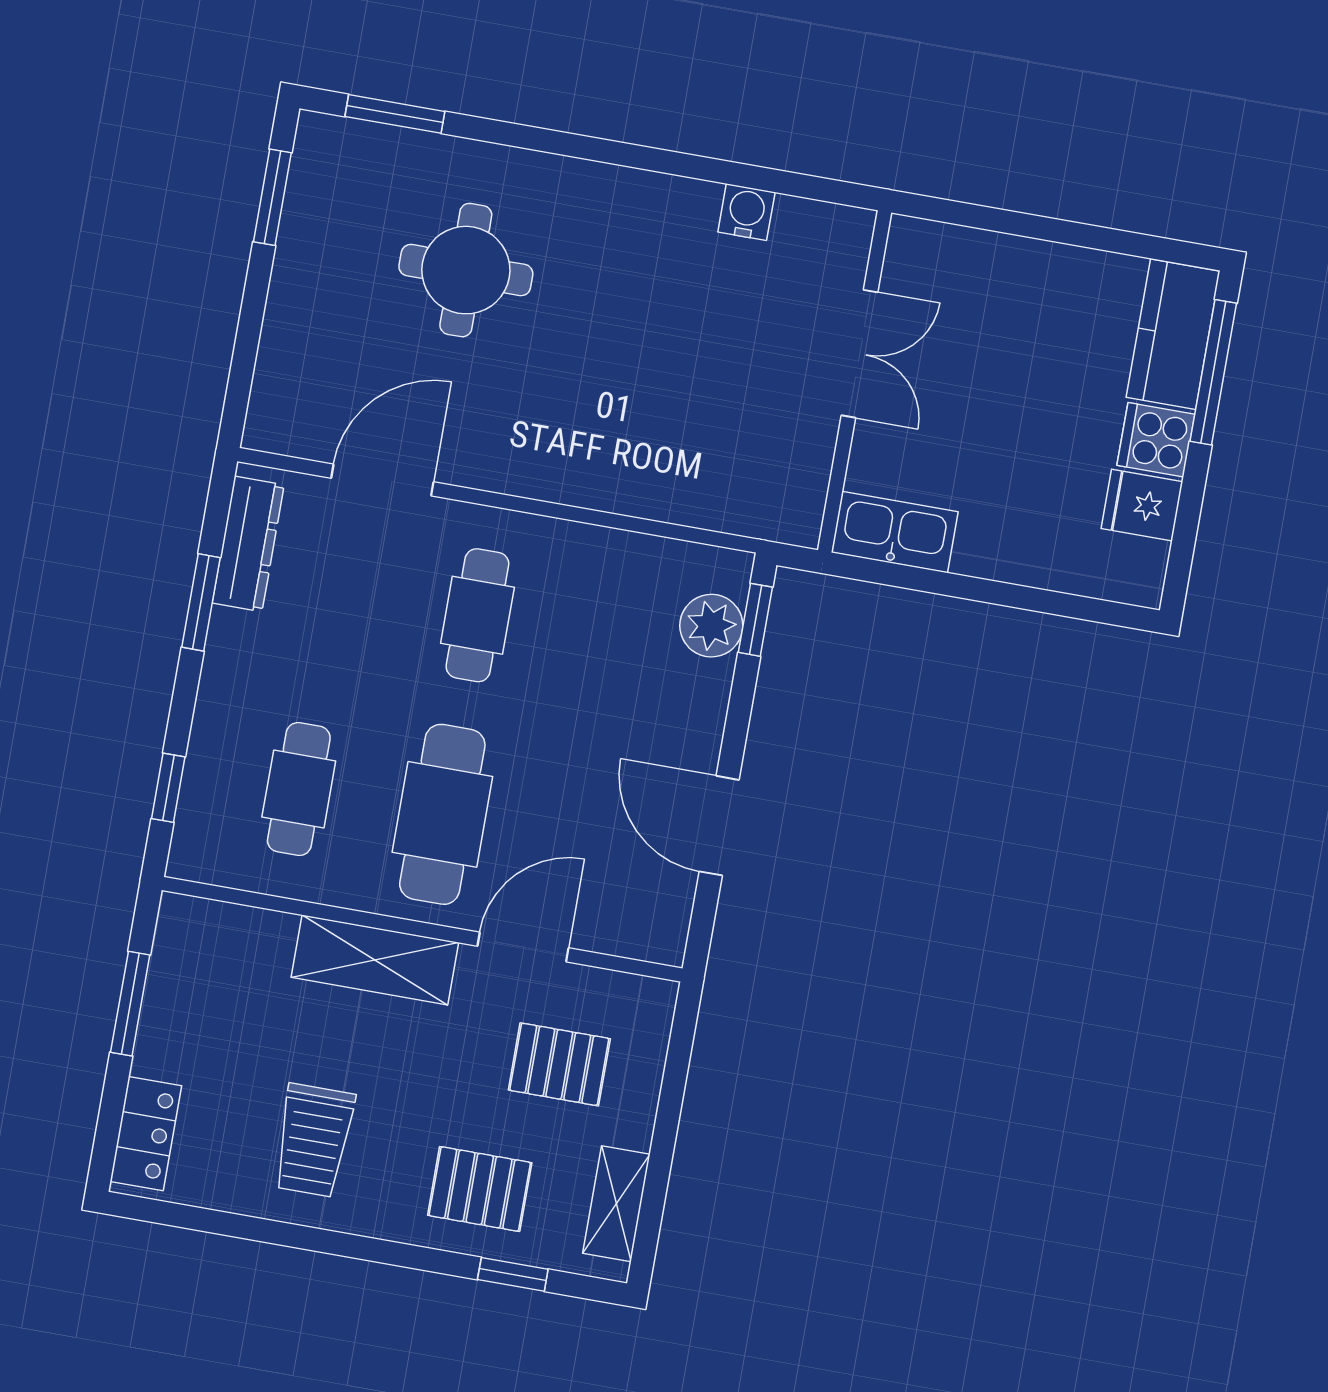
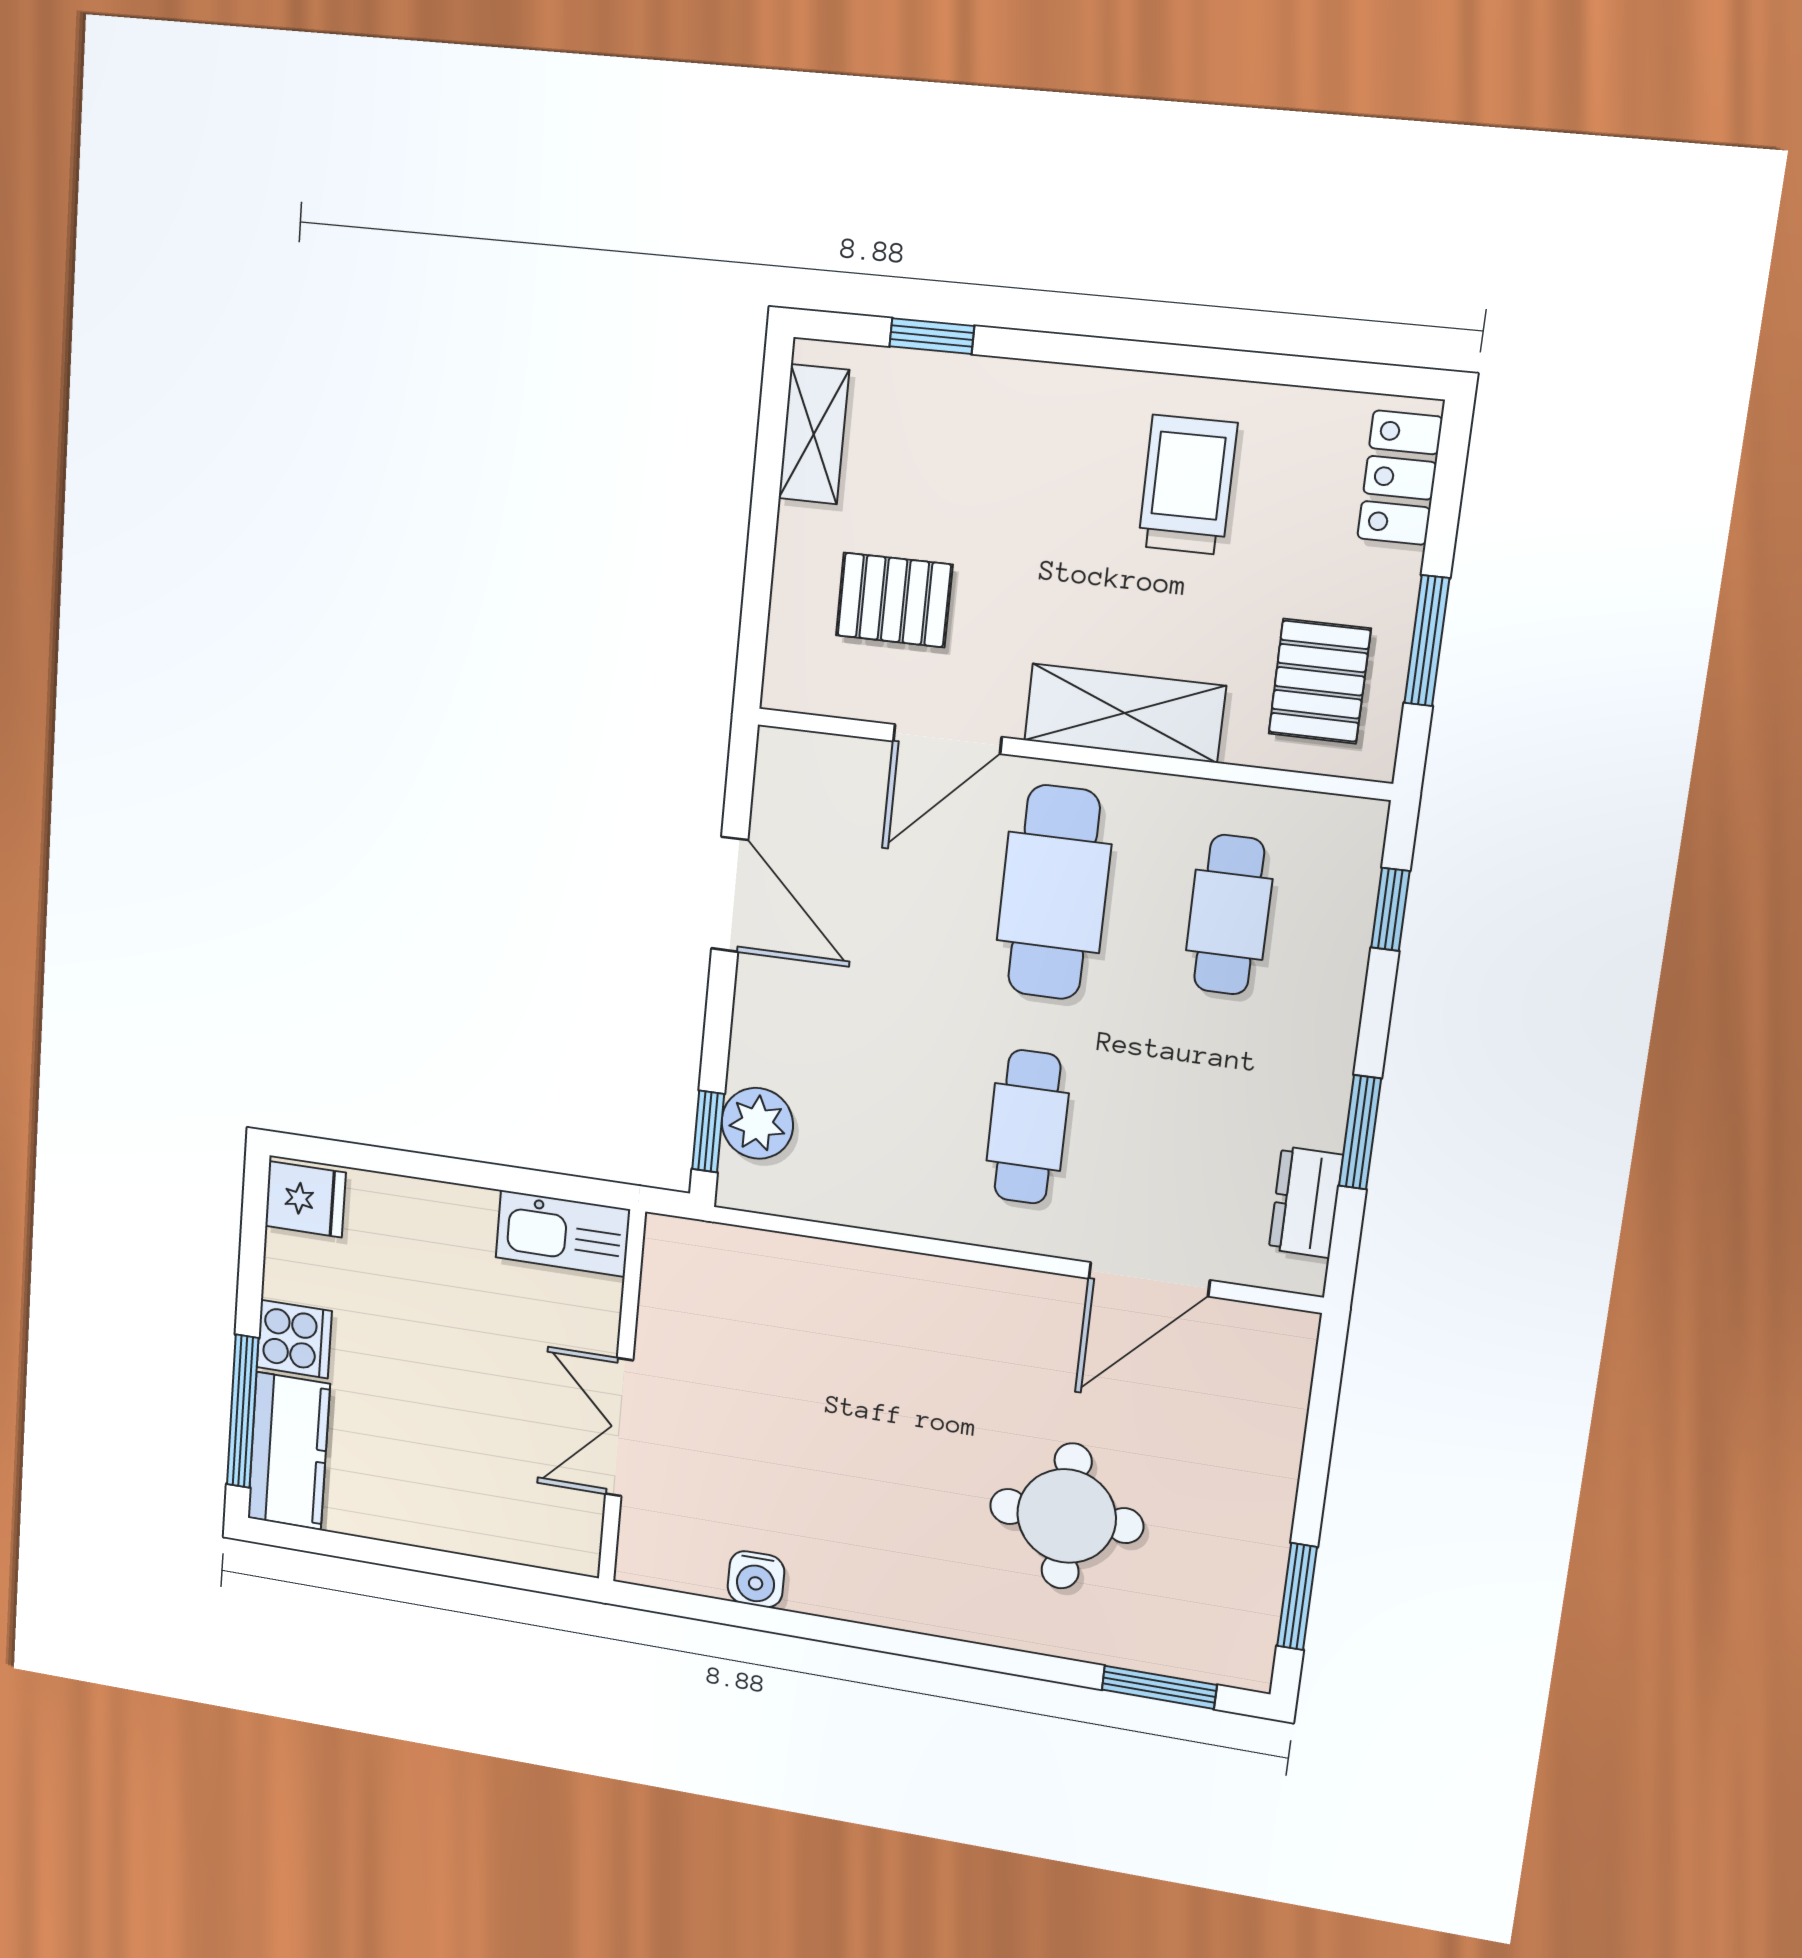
fridge: (1142, 505) -> (305, 1199), moved
dresser: (248, 544) -> (1306, 1202), width x0.70
pallet: (480, 1189) -> (1320, 681), moved, turned 90

